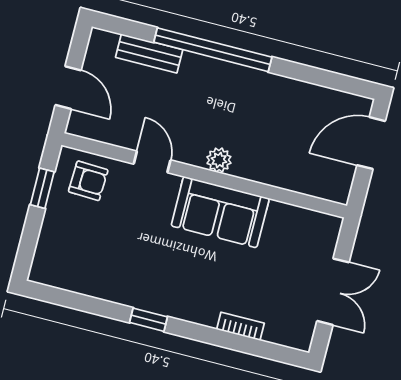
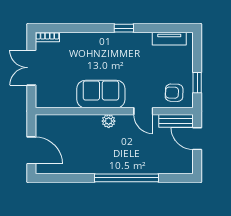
bench: (149, 54) -> (176, 121), moved
door: (371, 143) -> (31, 150), hinge flipped
tv unit: (72, 280) -> (169, 39), added
bookcase: (240, 326) -> (47, 37), moved

